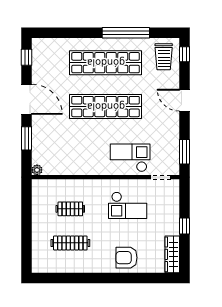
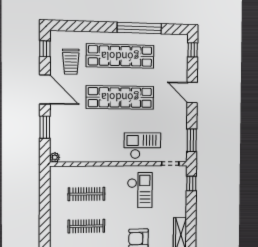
trolley: (164, 57) -> (71, 62), moved
checkout: (128, 205) -> (140, 190), turned -90
clothes rail: (70, 209) -> (87, 194), width x1.36
window: (185, 226) -> (191, 184), moved

